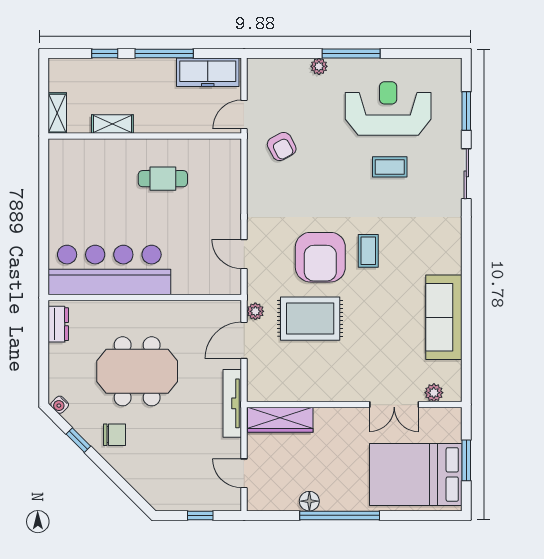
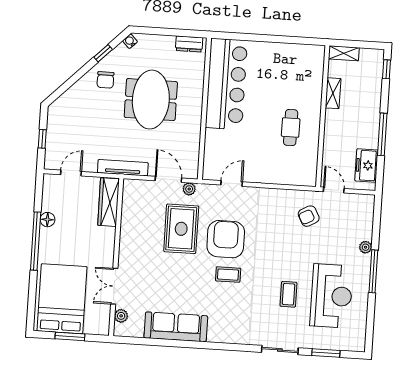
window: (105, 54) -> (386, 69), moved
freezer: (208, 72) -> (366, 165), width x0.71
armchair: (320, 257) -> (226, 239), turned 90

